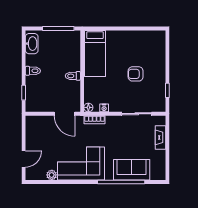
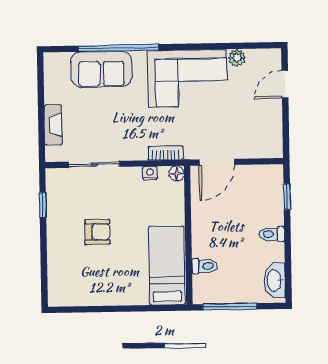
toilet: (73, 76) -> (204, 266), moved
door: (64, 114) -> (217, 162), swing flipped

